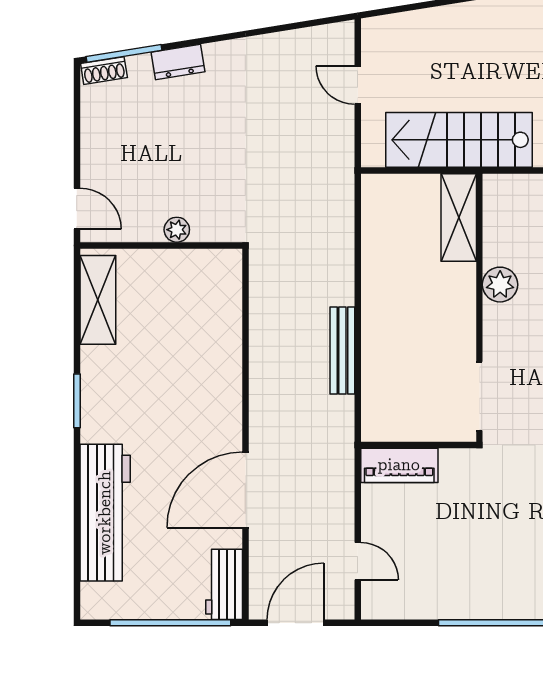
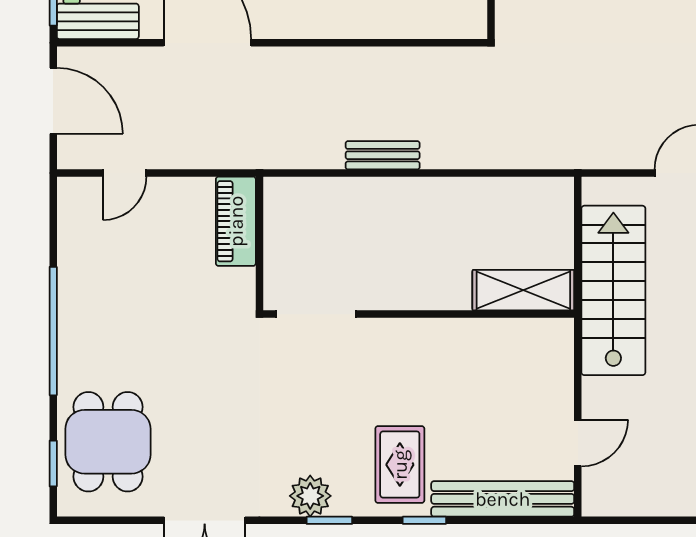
plant: (500, 285) -> (446, 338), removed
bench: (342, 350) -> (383, 155), width x0.73

